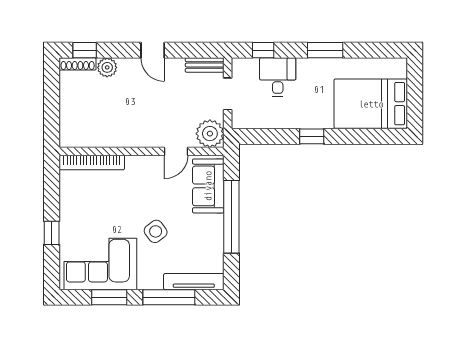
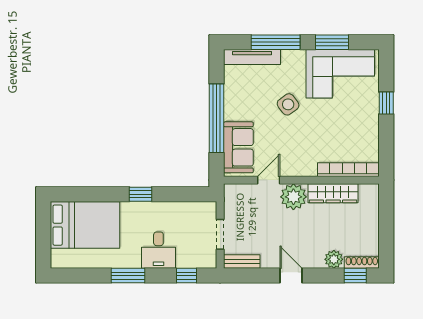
desk: (278, 77) -> (158, 250), moved
plant: (210, 134) -> (293, 197), moved
wardrobe: (108, 137) -> (333, 193), added

